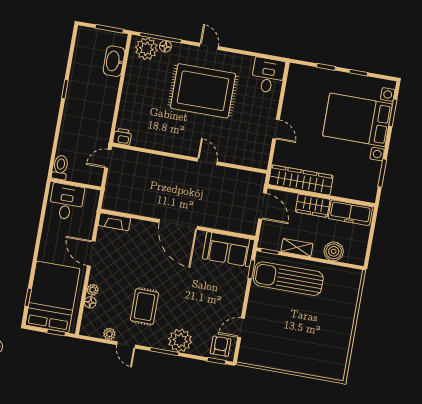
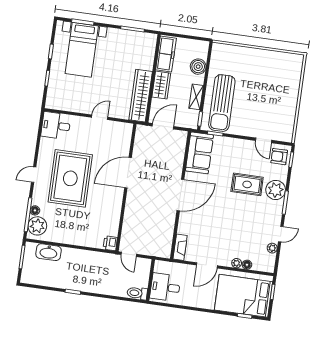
bed with nightstands: (357, 120) -> (82, 50), width x0.73
door: (207, 161) -> (128, 173), width x1.87
rug: (144, 307) -> (247, 184), moved

